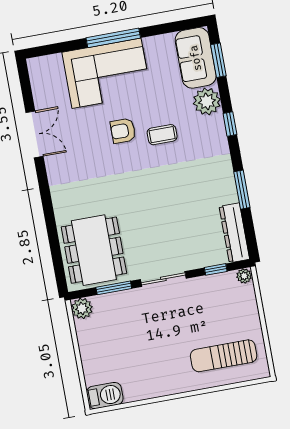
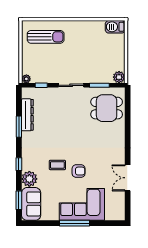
dresser: (234, 233) -> (27, 115), moved
dining table: (94, 250) -> (107, 108), width x0.73

